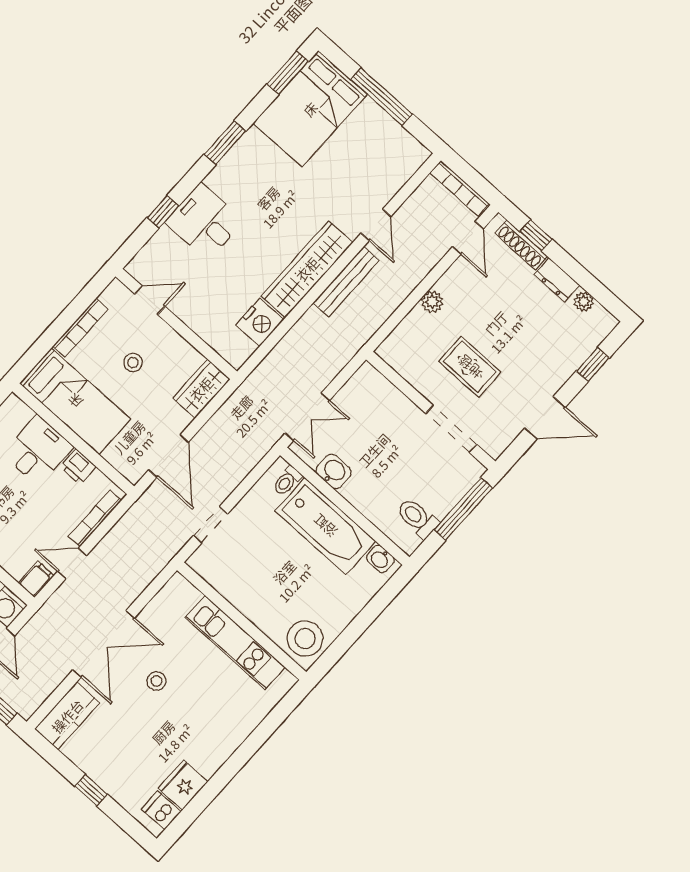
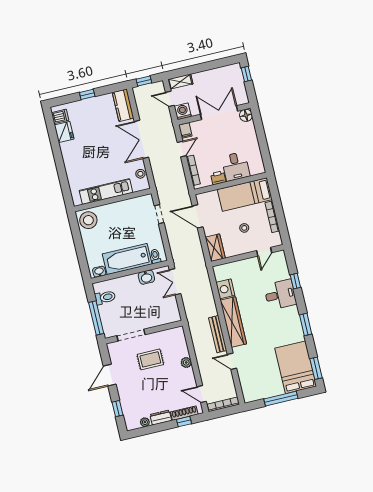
stool: (156, 681) -> (140, 174), moved

